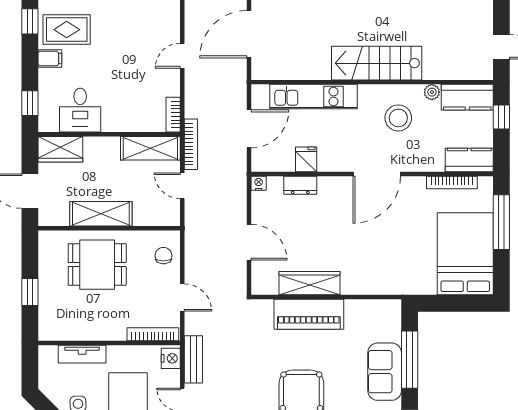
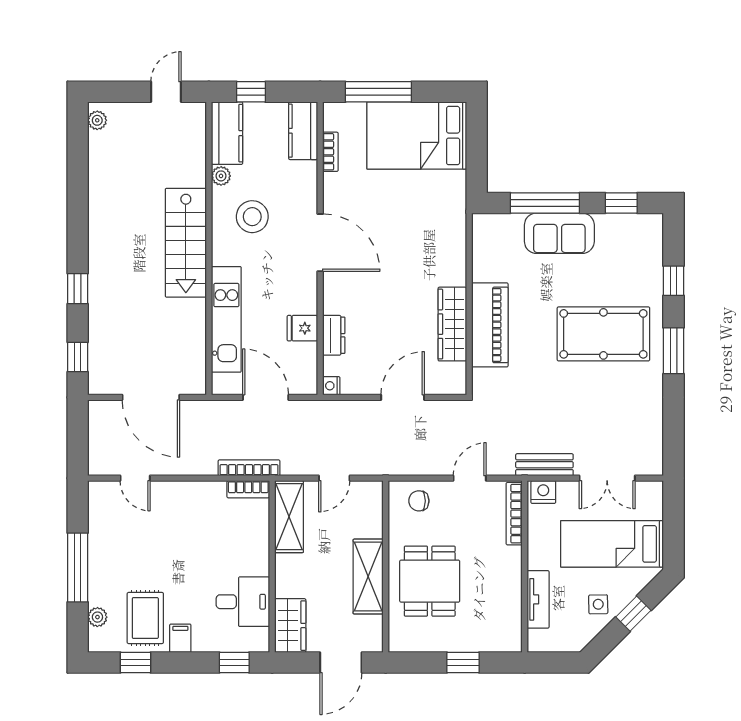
door: (182, 56) -> (135, 478), moved
bookcase: (191, 144) -> (249, 468), moved
bookcase: (452, 182) -> (330, 152), width x0.64

